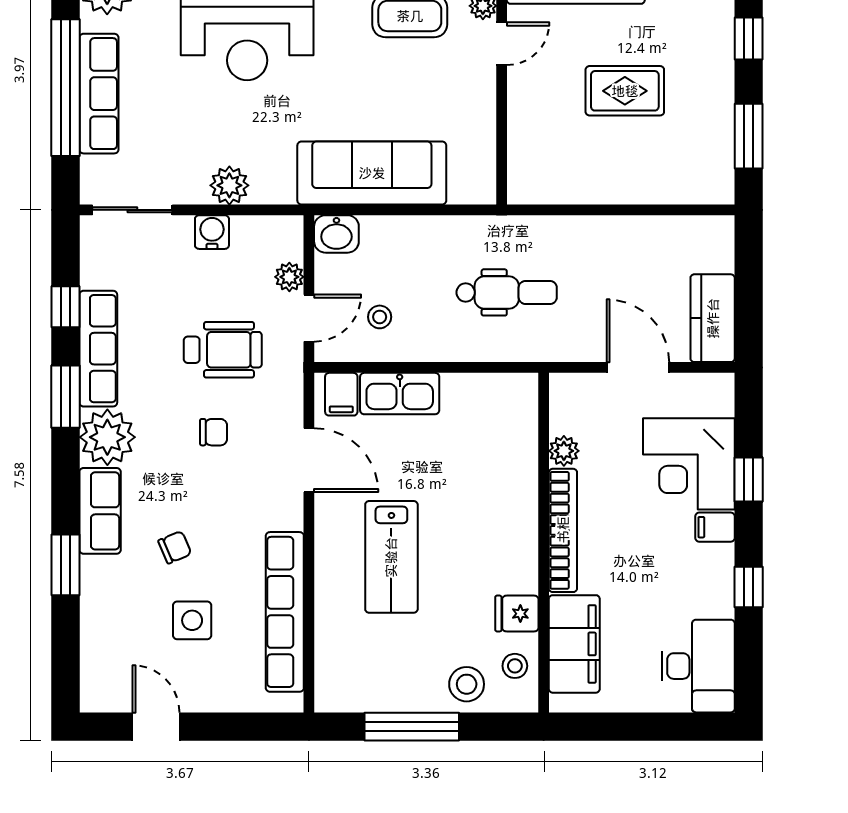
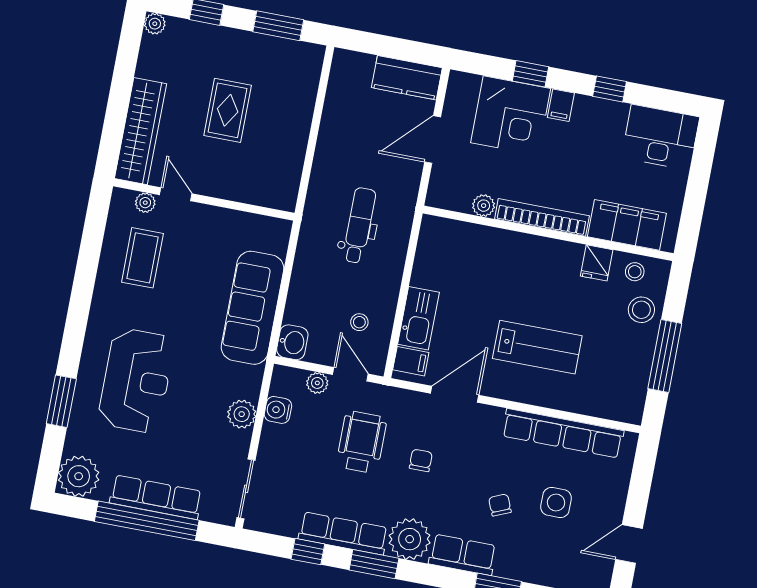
water cooler: (212, 232) -> (278, 410), moved

